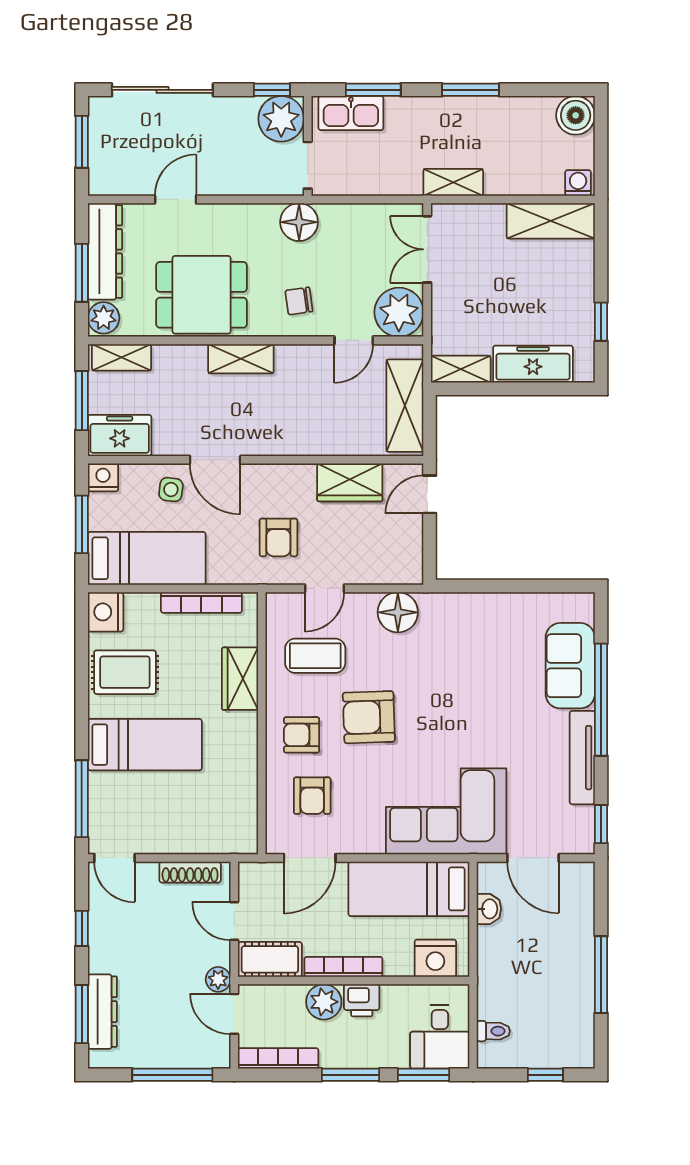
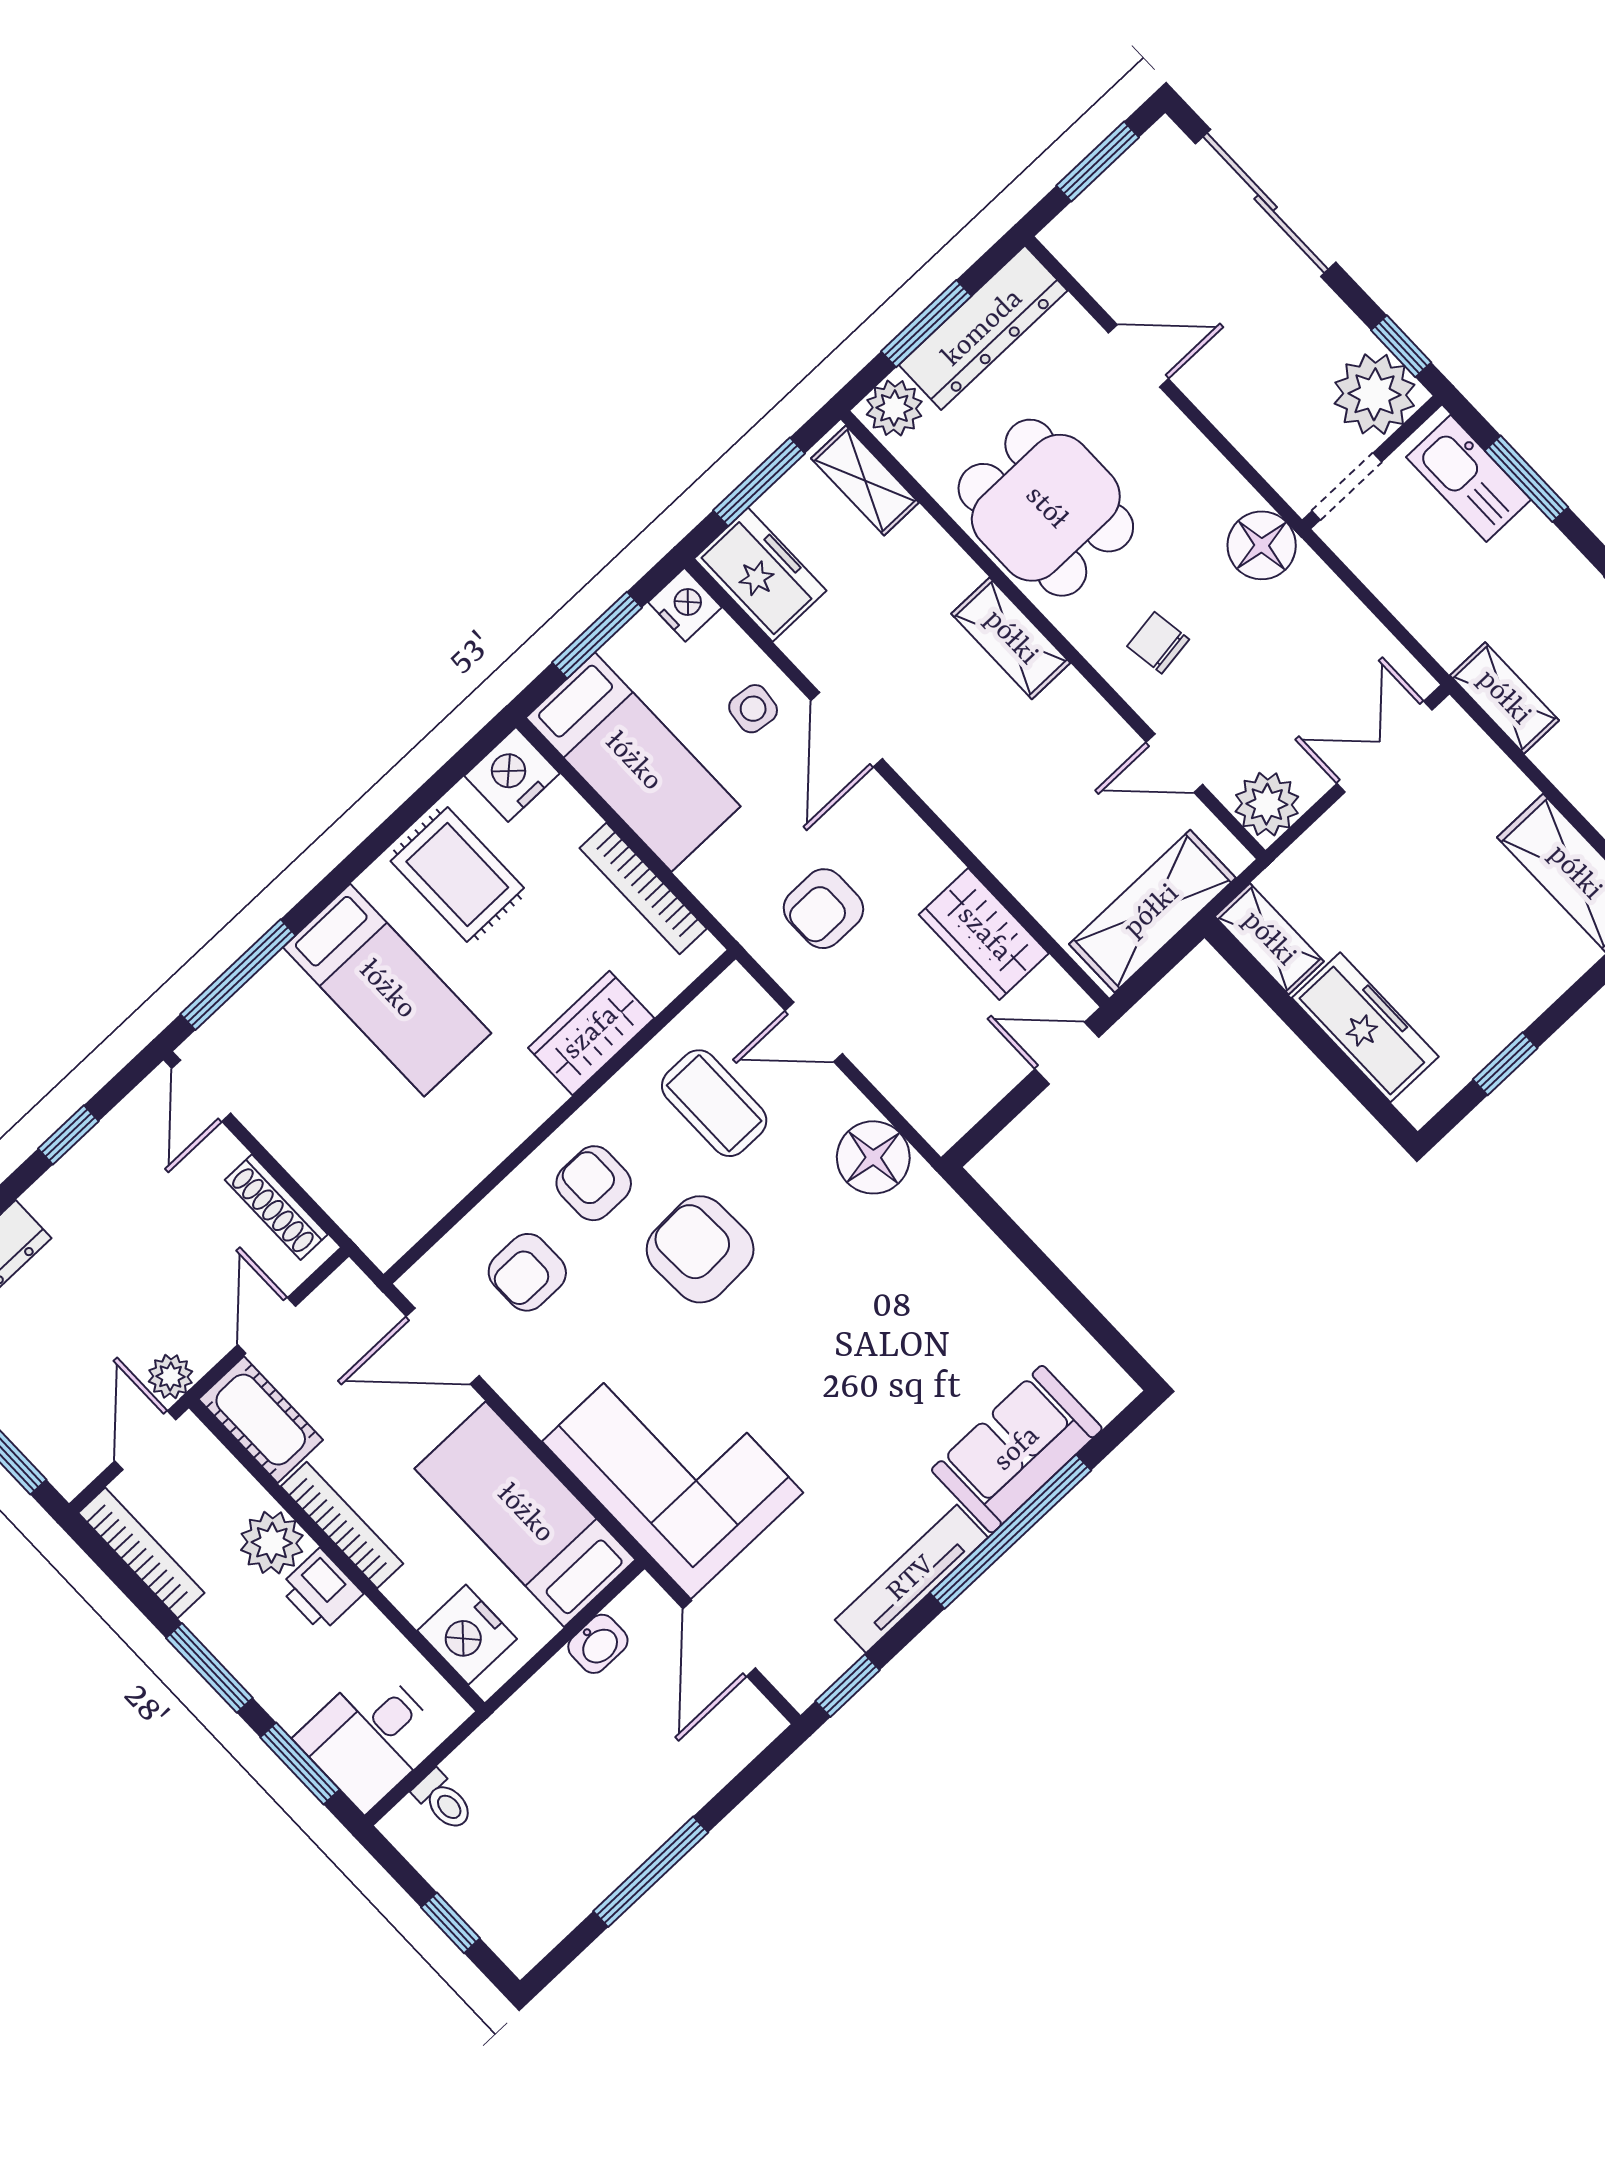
plant: (399, 312) -> (1267, 804), width x0.73, depth x0.73

